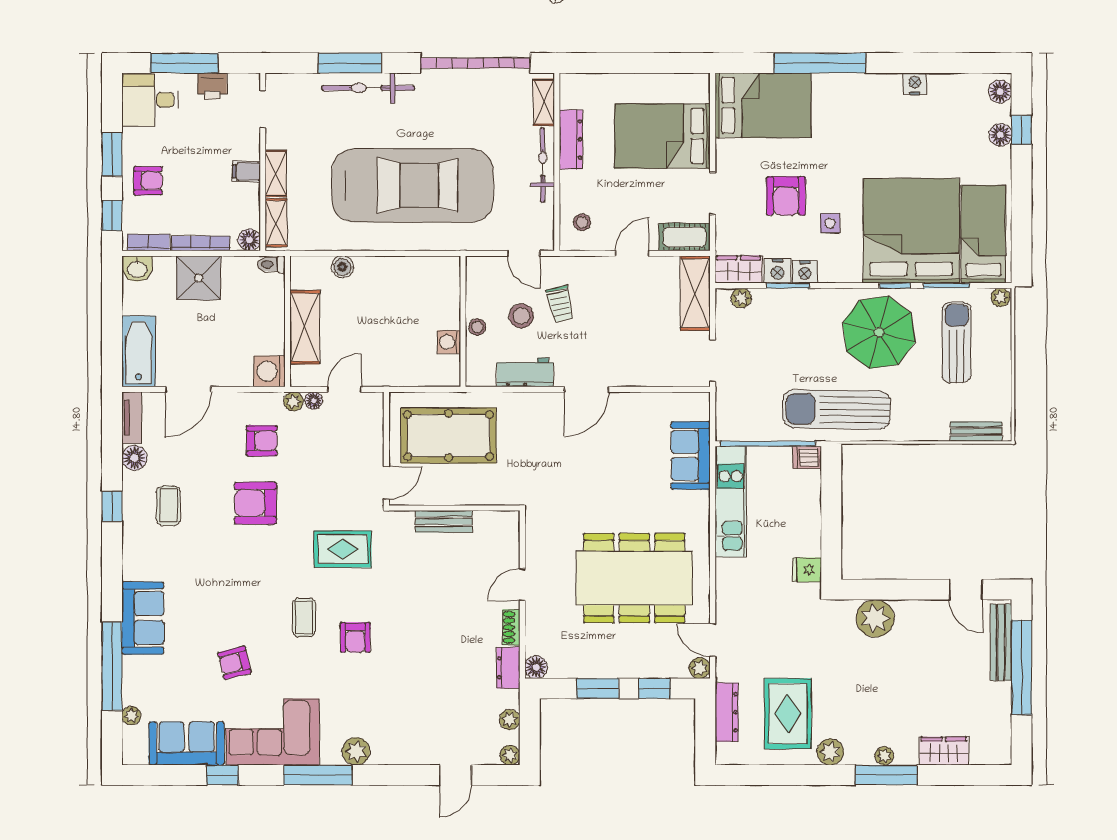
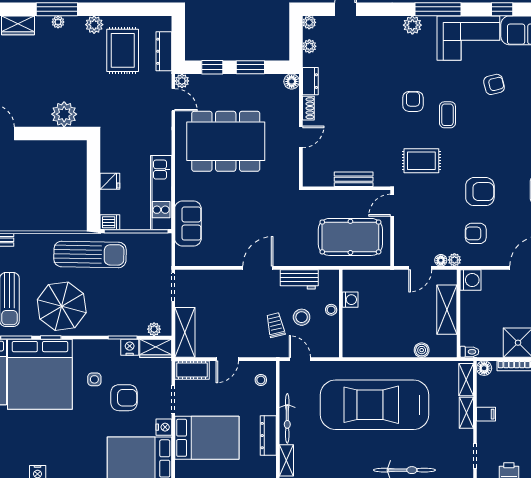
armchair: (786, 196) -> (124, 398), turned 90
nightstand: (805, 272) -> (164, 427), moved, turned 90
fridge: (807, 570) -> (110, 181), moved

